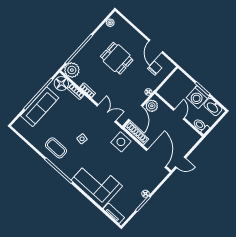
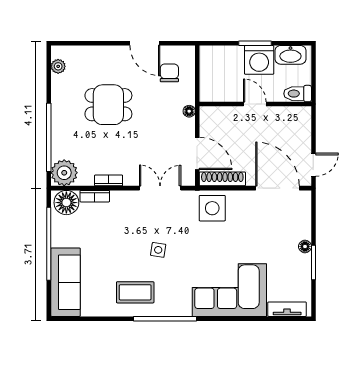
plant: (152, 106) -> (210, 125), removed
sofa: (40, 107) -> (66, 282), moved

